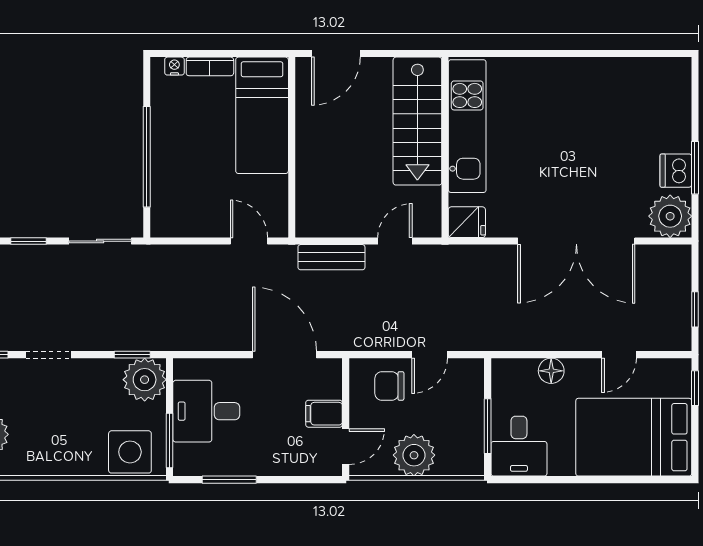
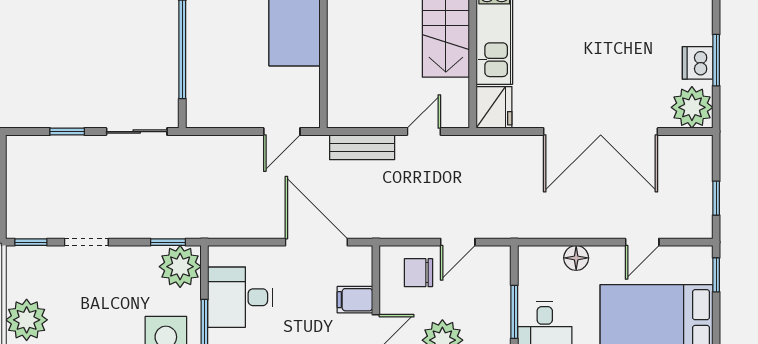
fridge: (467, 222) -> (494, 107), width x1.38
door: (249, 241) -> (282, 132), swing flipped

